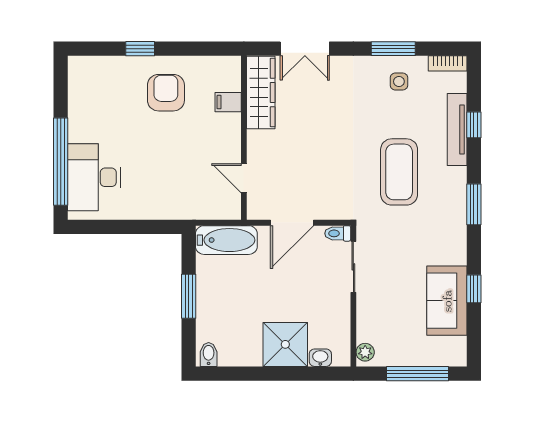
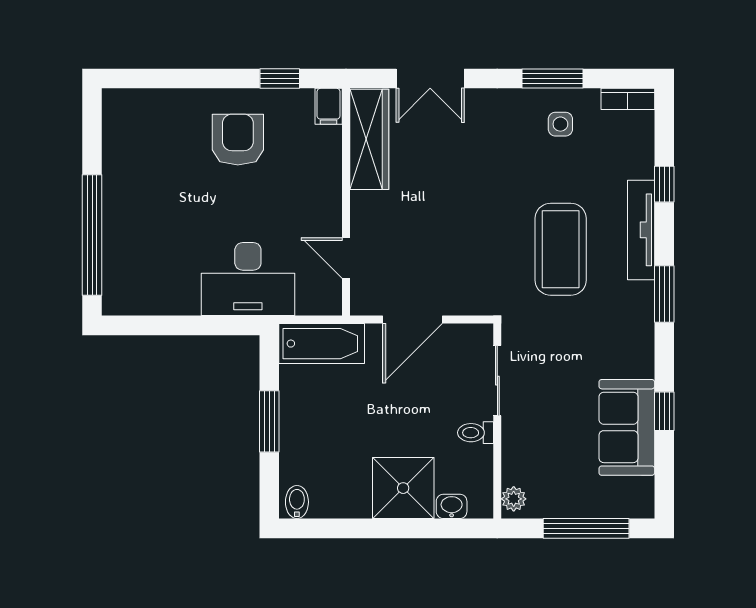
window: (140, 49) -> (280, 79), moved
filing cabinet: (228, 102) -> (329, 106), moved, turned -90
tv unit: (457, 129) -> (641, 230), moved
desk: (94, 177) -> (248, 279), moved, turned -90
toilet: (338, 233) -> (476, 433), moved

